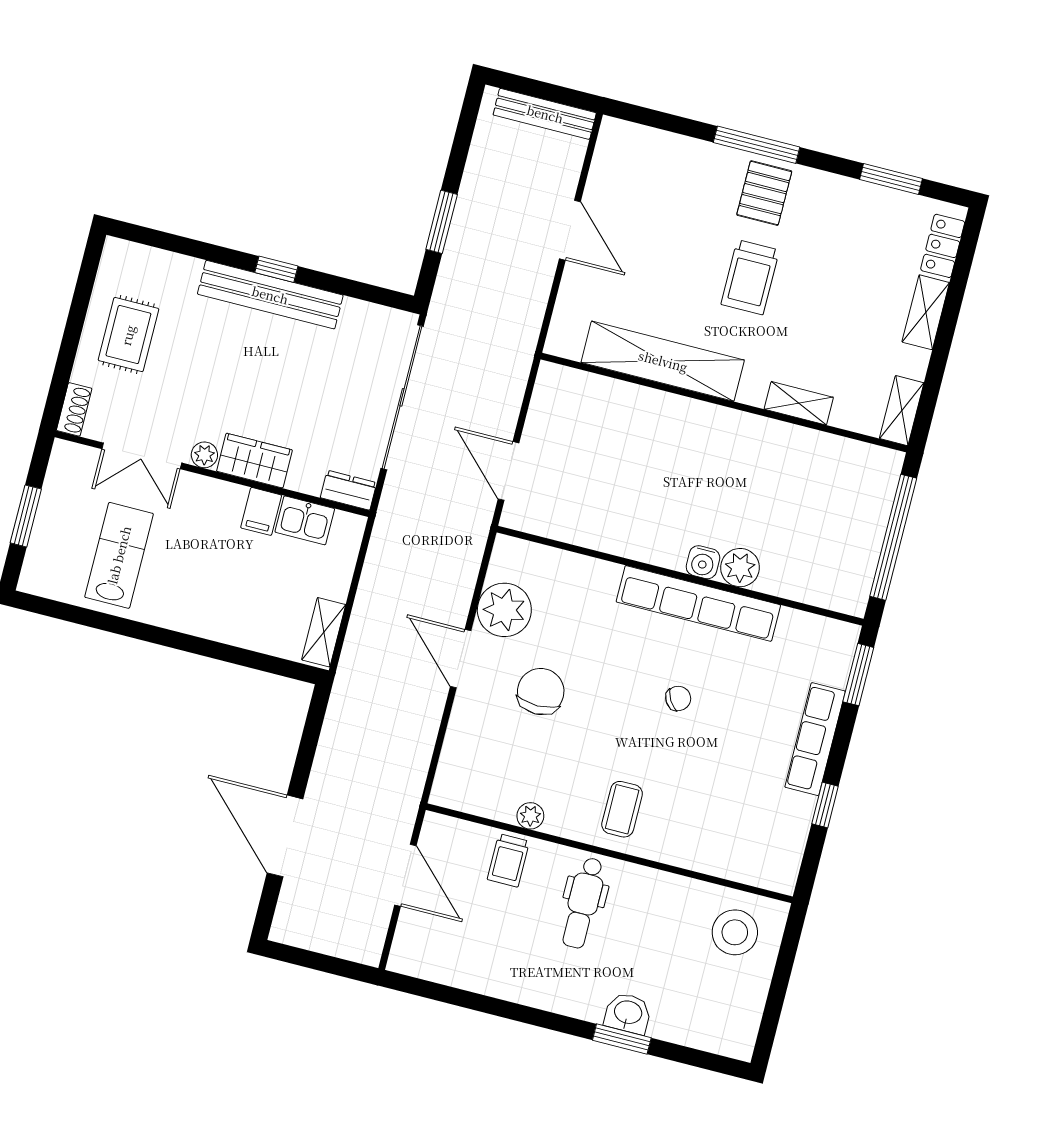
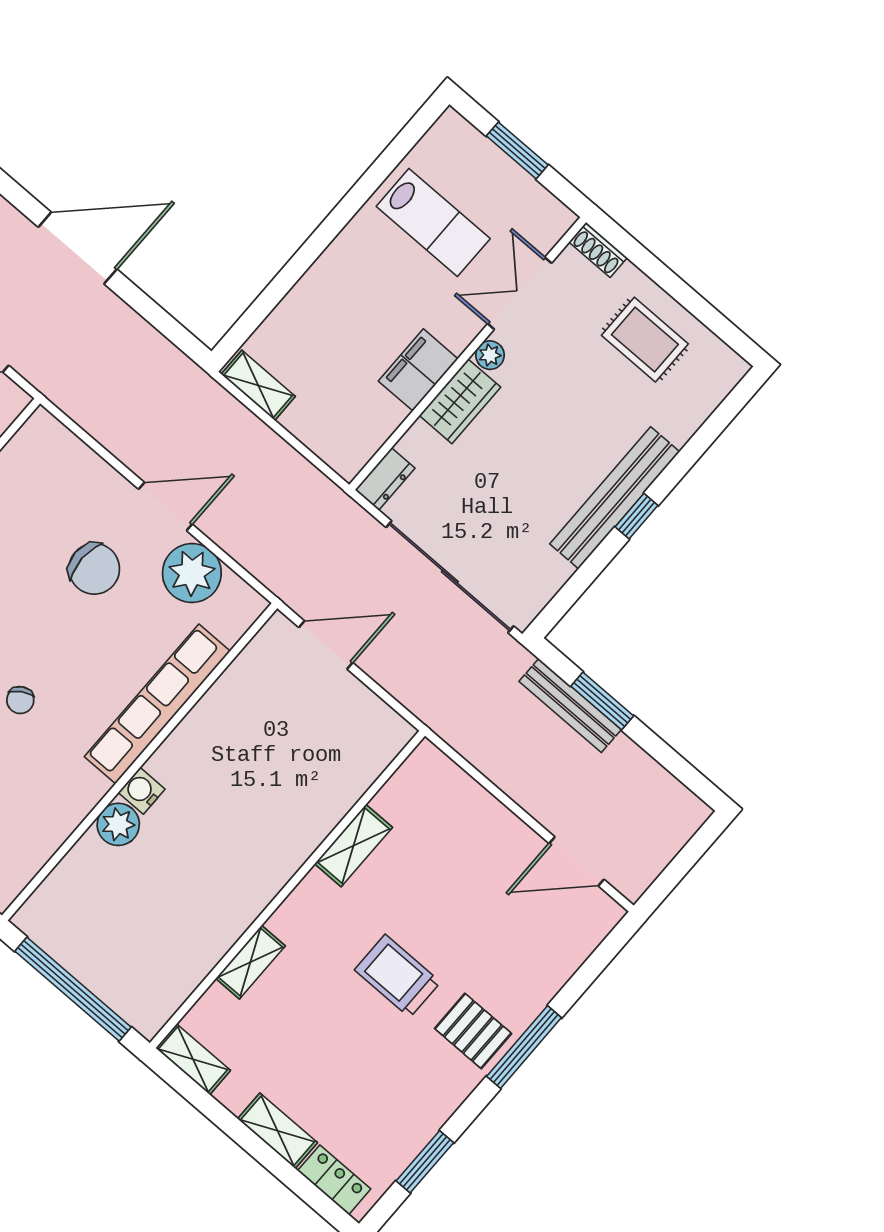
bench: (545, 114) -> (570, 705), moved, turned 90
door: (570, 230) -> (577, 861), moved
shelving: (663, 361) -> (354, 846), width x0.45, depth x0.75
filing cabinet: (261, 511) -> (418, 370), width x2.00
kitchen sink: (305, 520) -> (377, 421), removed
row of seats: (698, 603) -> (157, 704), moved

